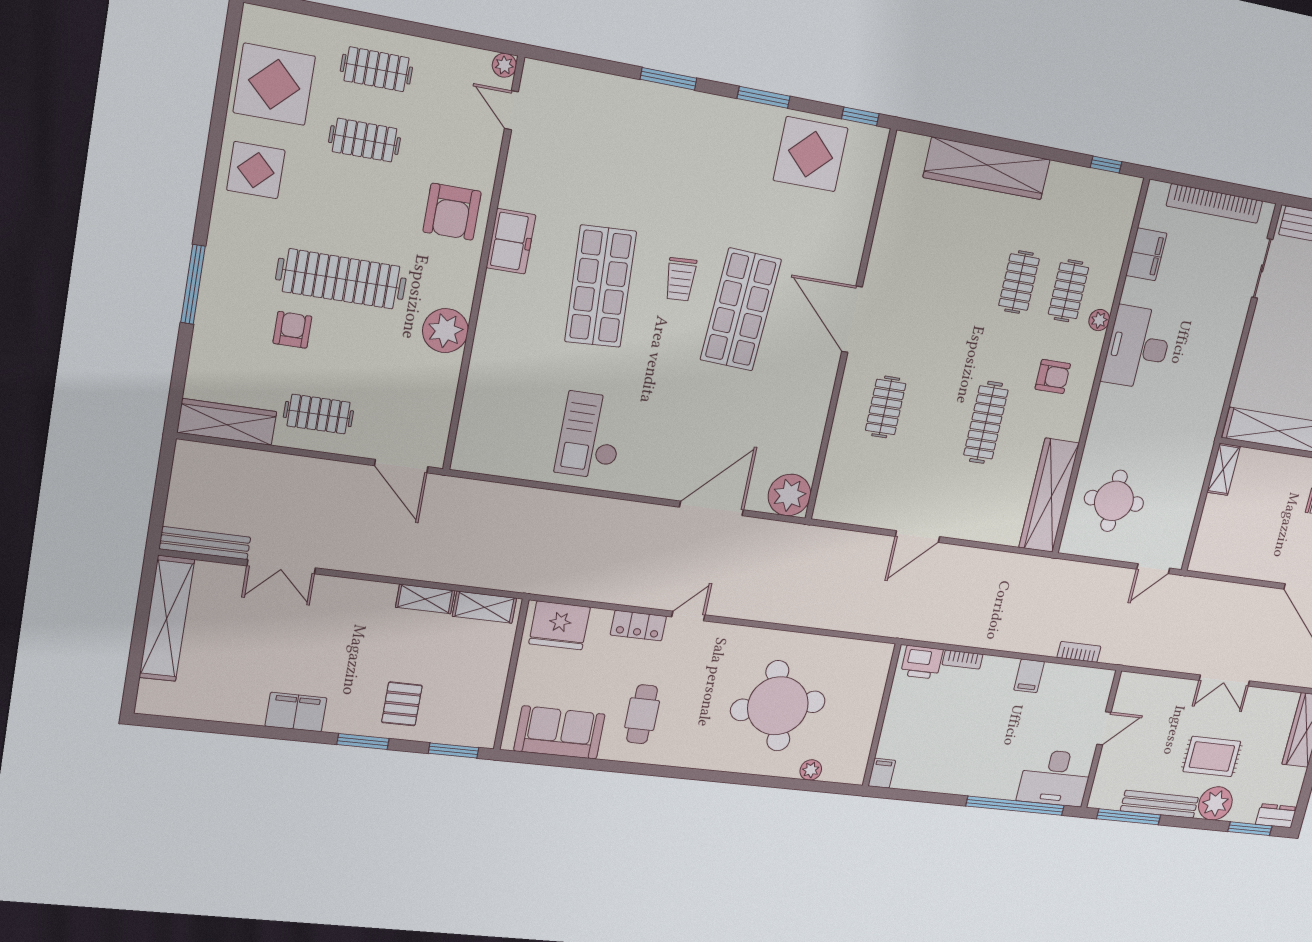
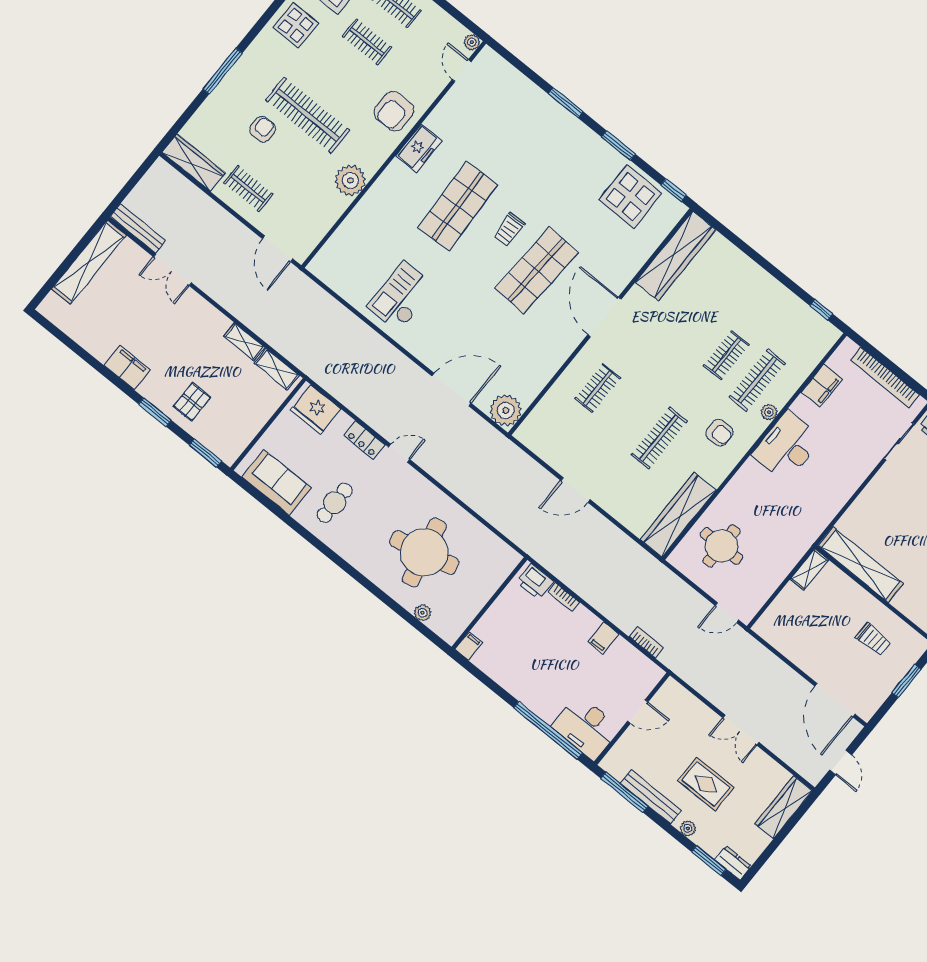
wardrobe: (987, 168) -> (676, 256), moved, turned -90
clothes rail: (1068, 291) -> (757, 380), width x1.36
plant: (1215, 803) -> (688, 828), width x0.53, depth x0.53

